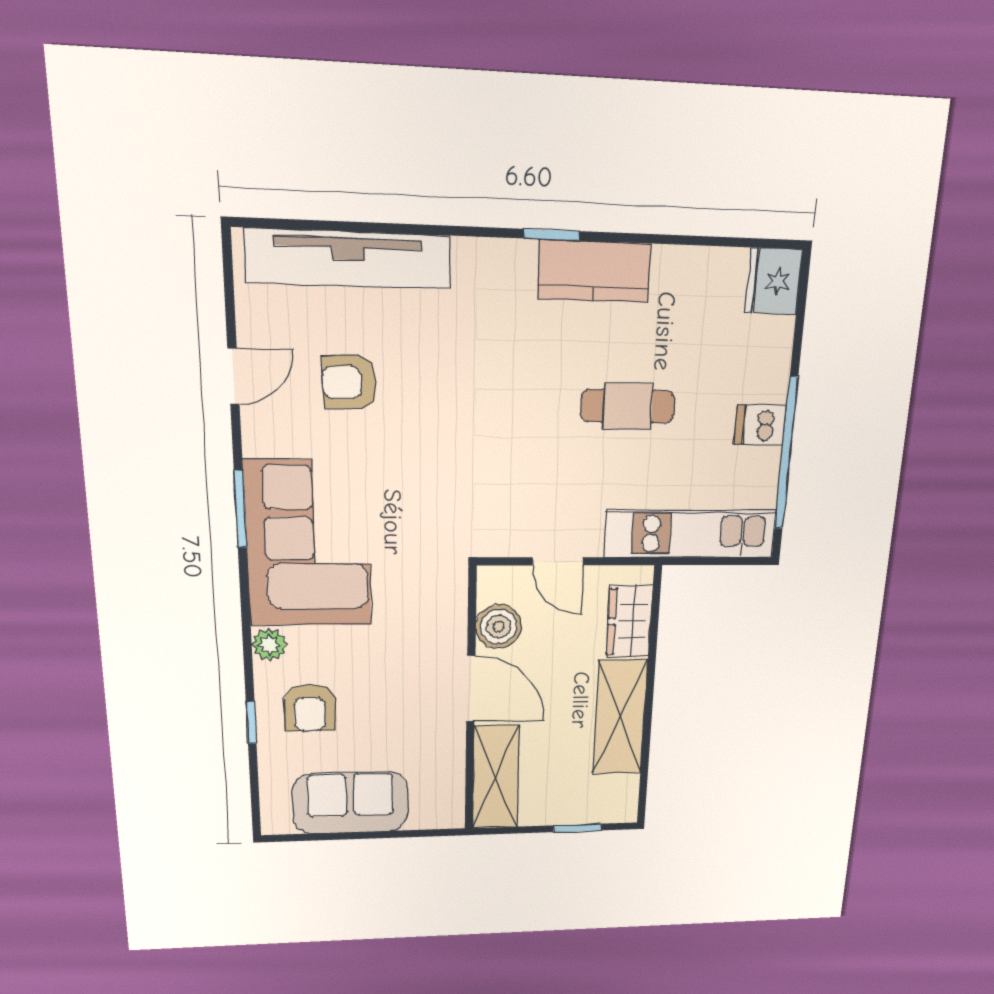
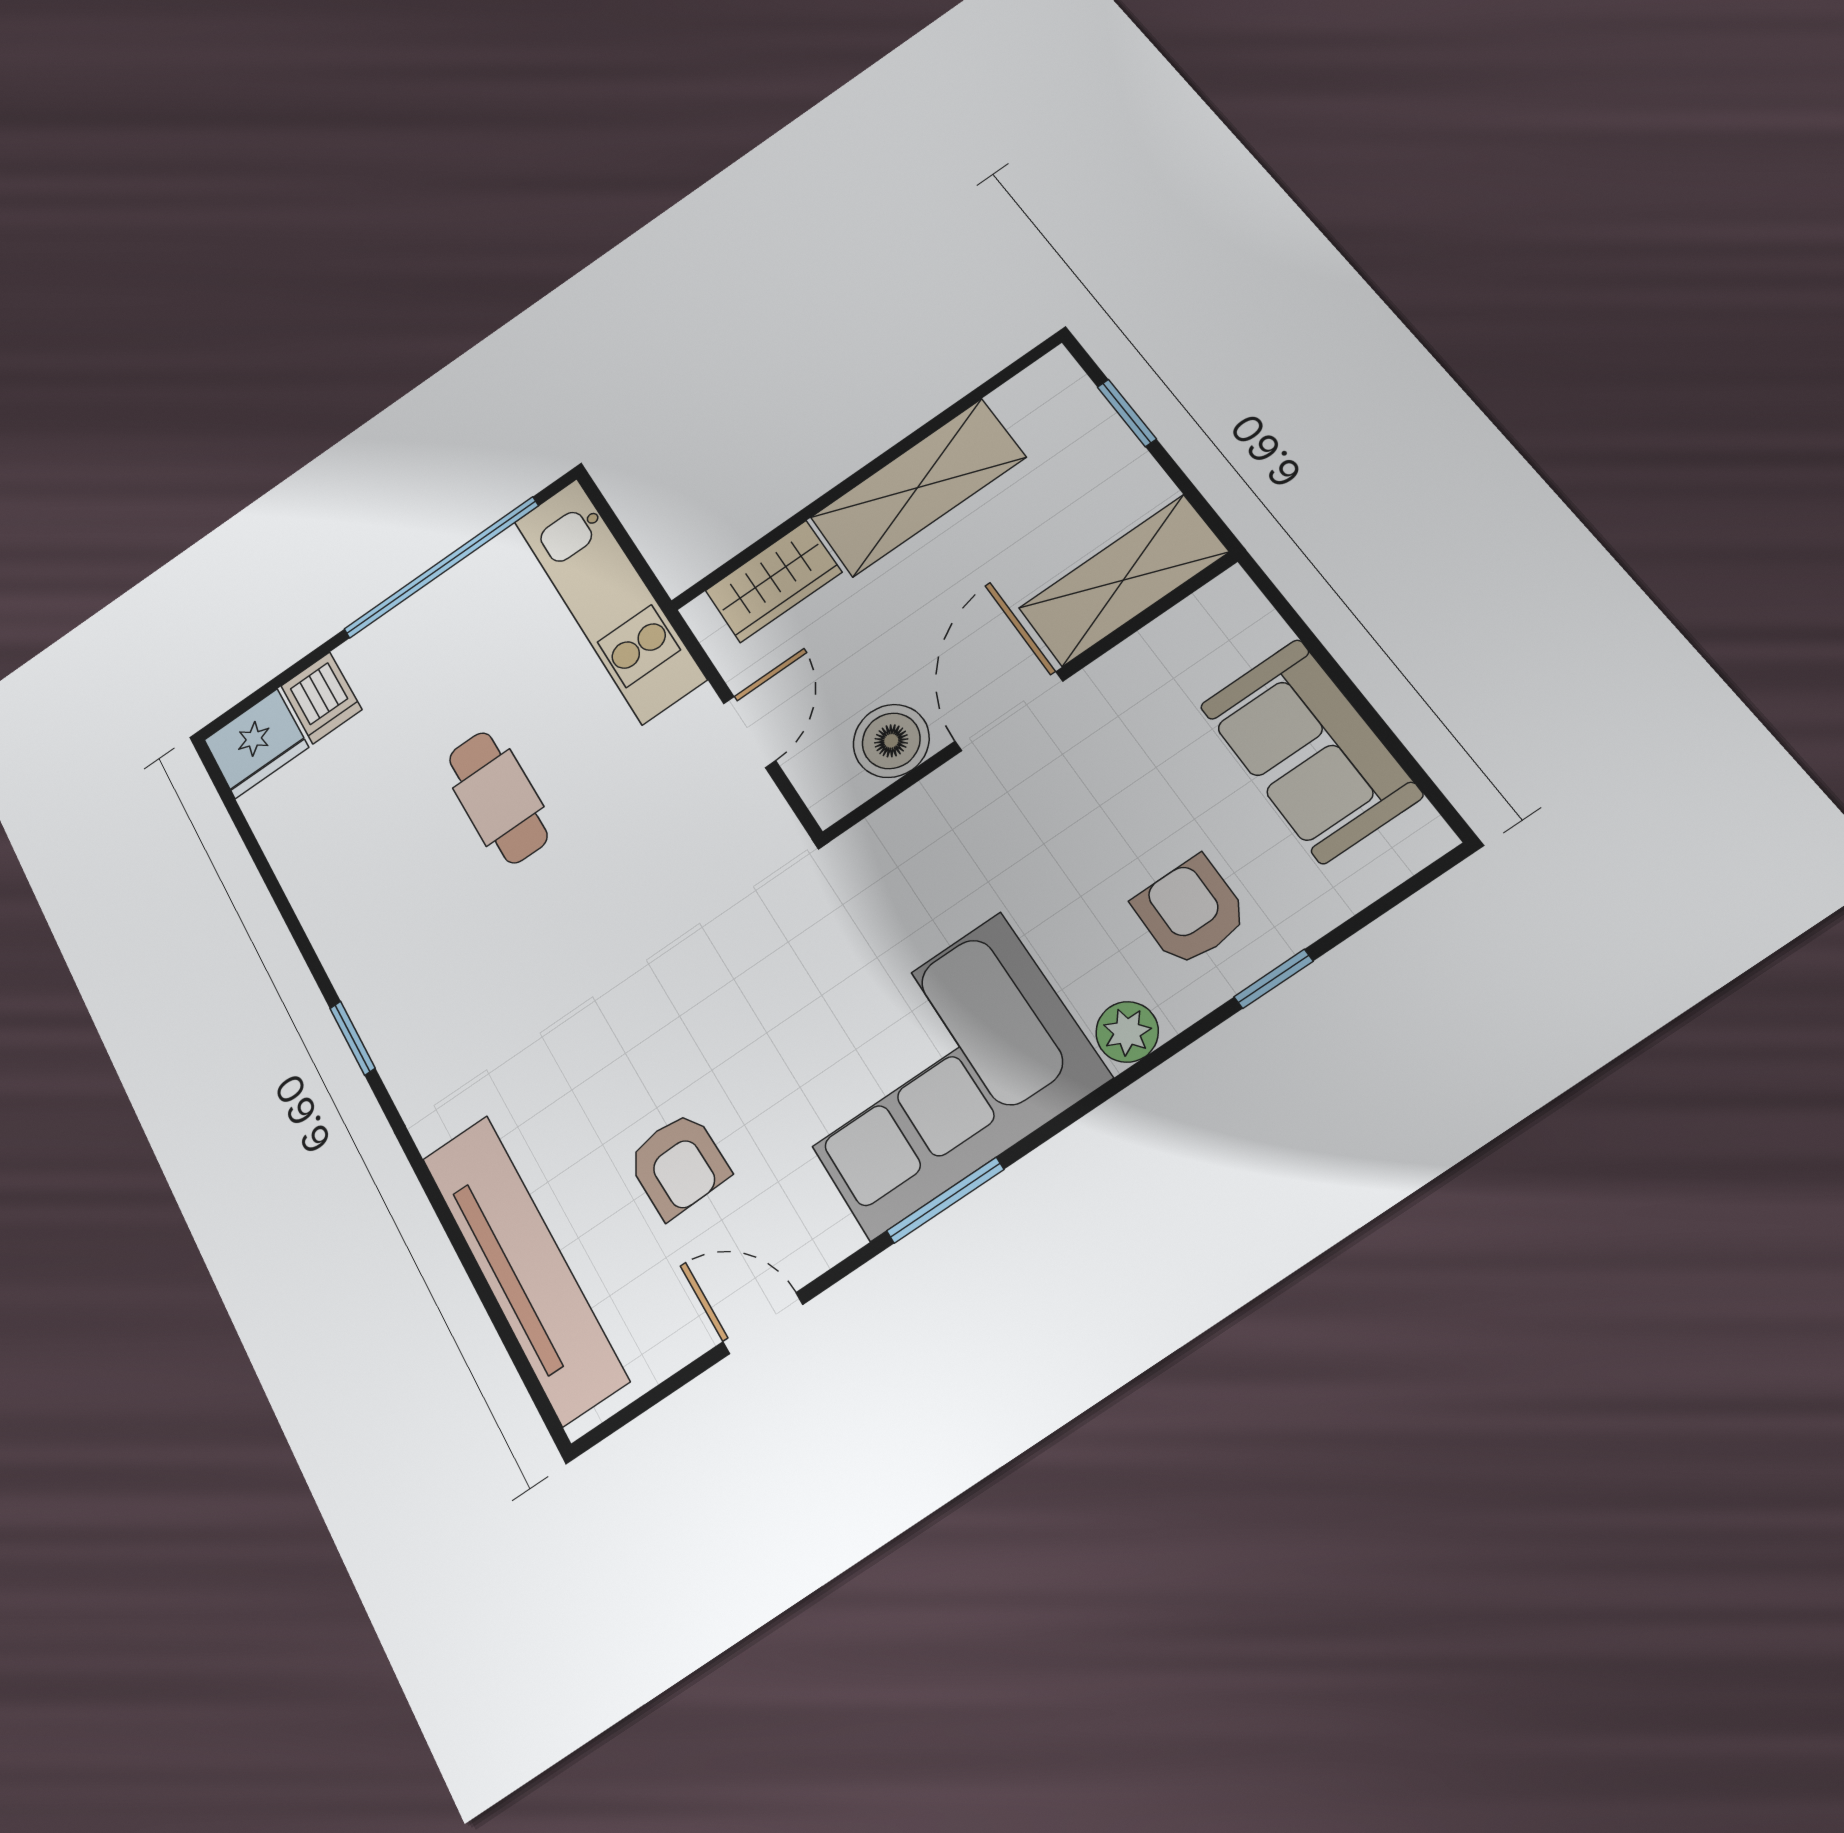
kitchen counter: (594, 271) -> (365, 958), removed
dishwasher: (761, 425) -> (321, 698), moved
armchair: (310, 708) -> (1190, 911), turned -90

